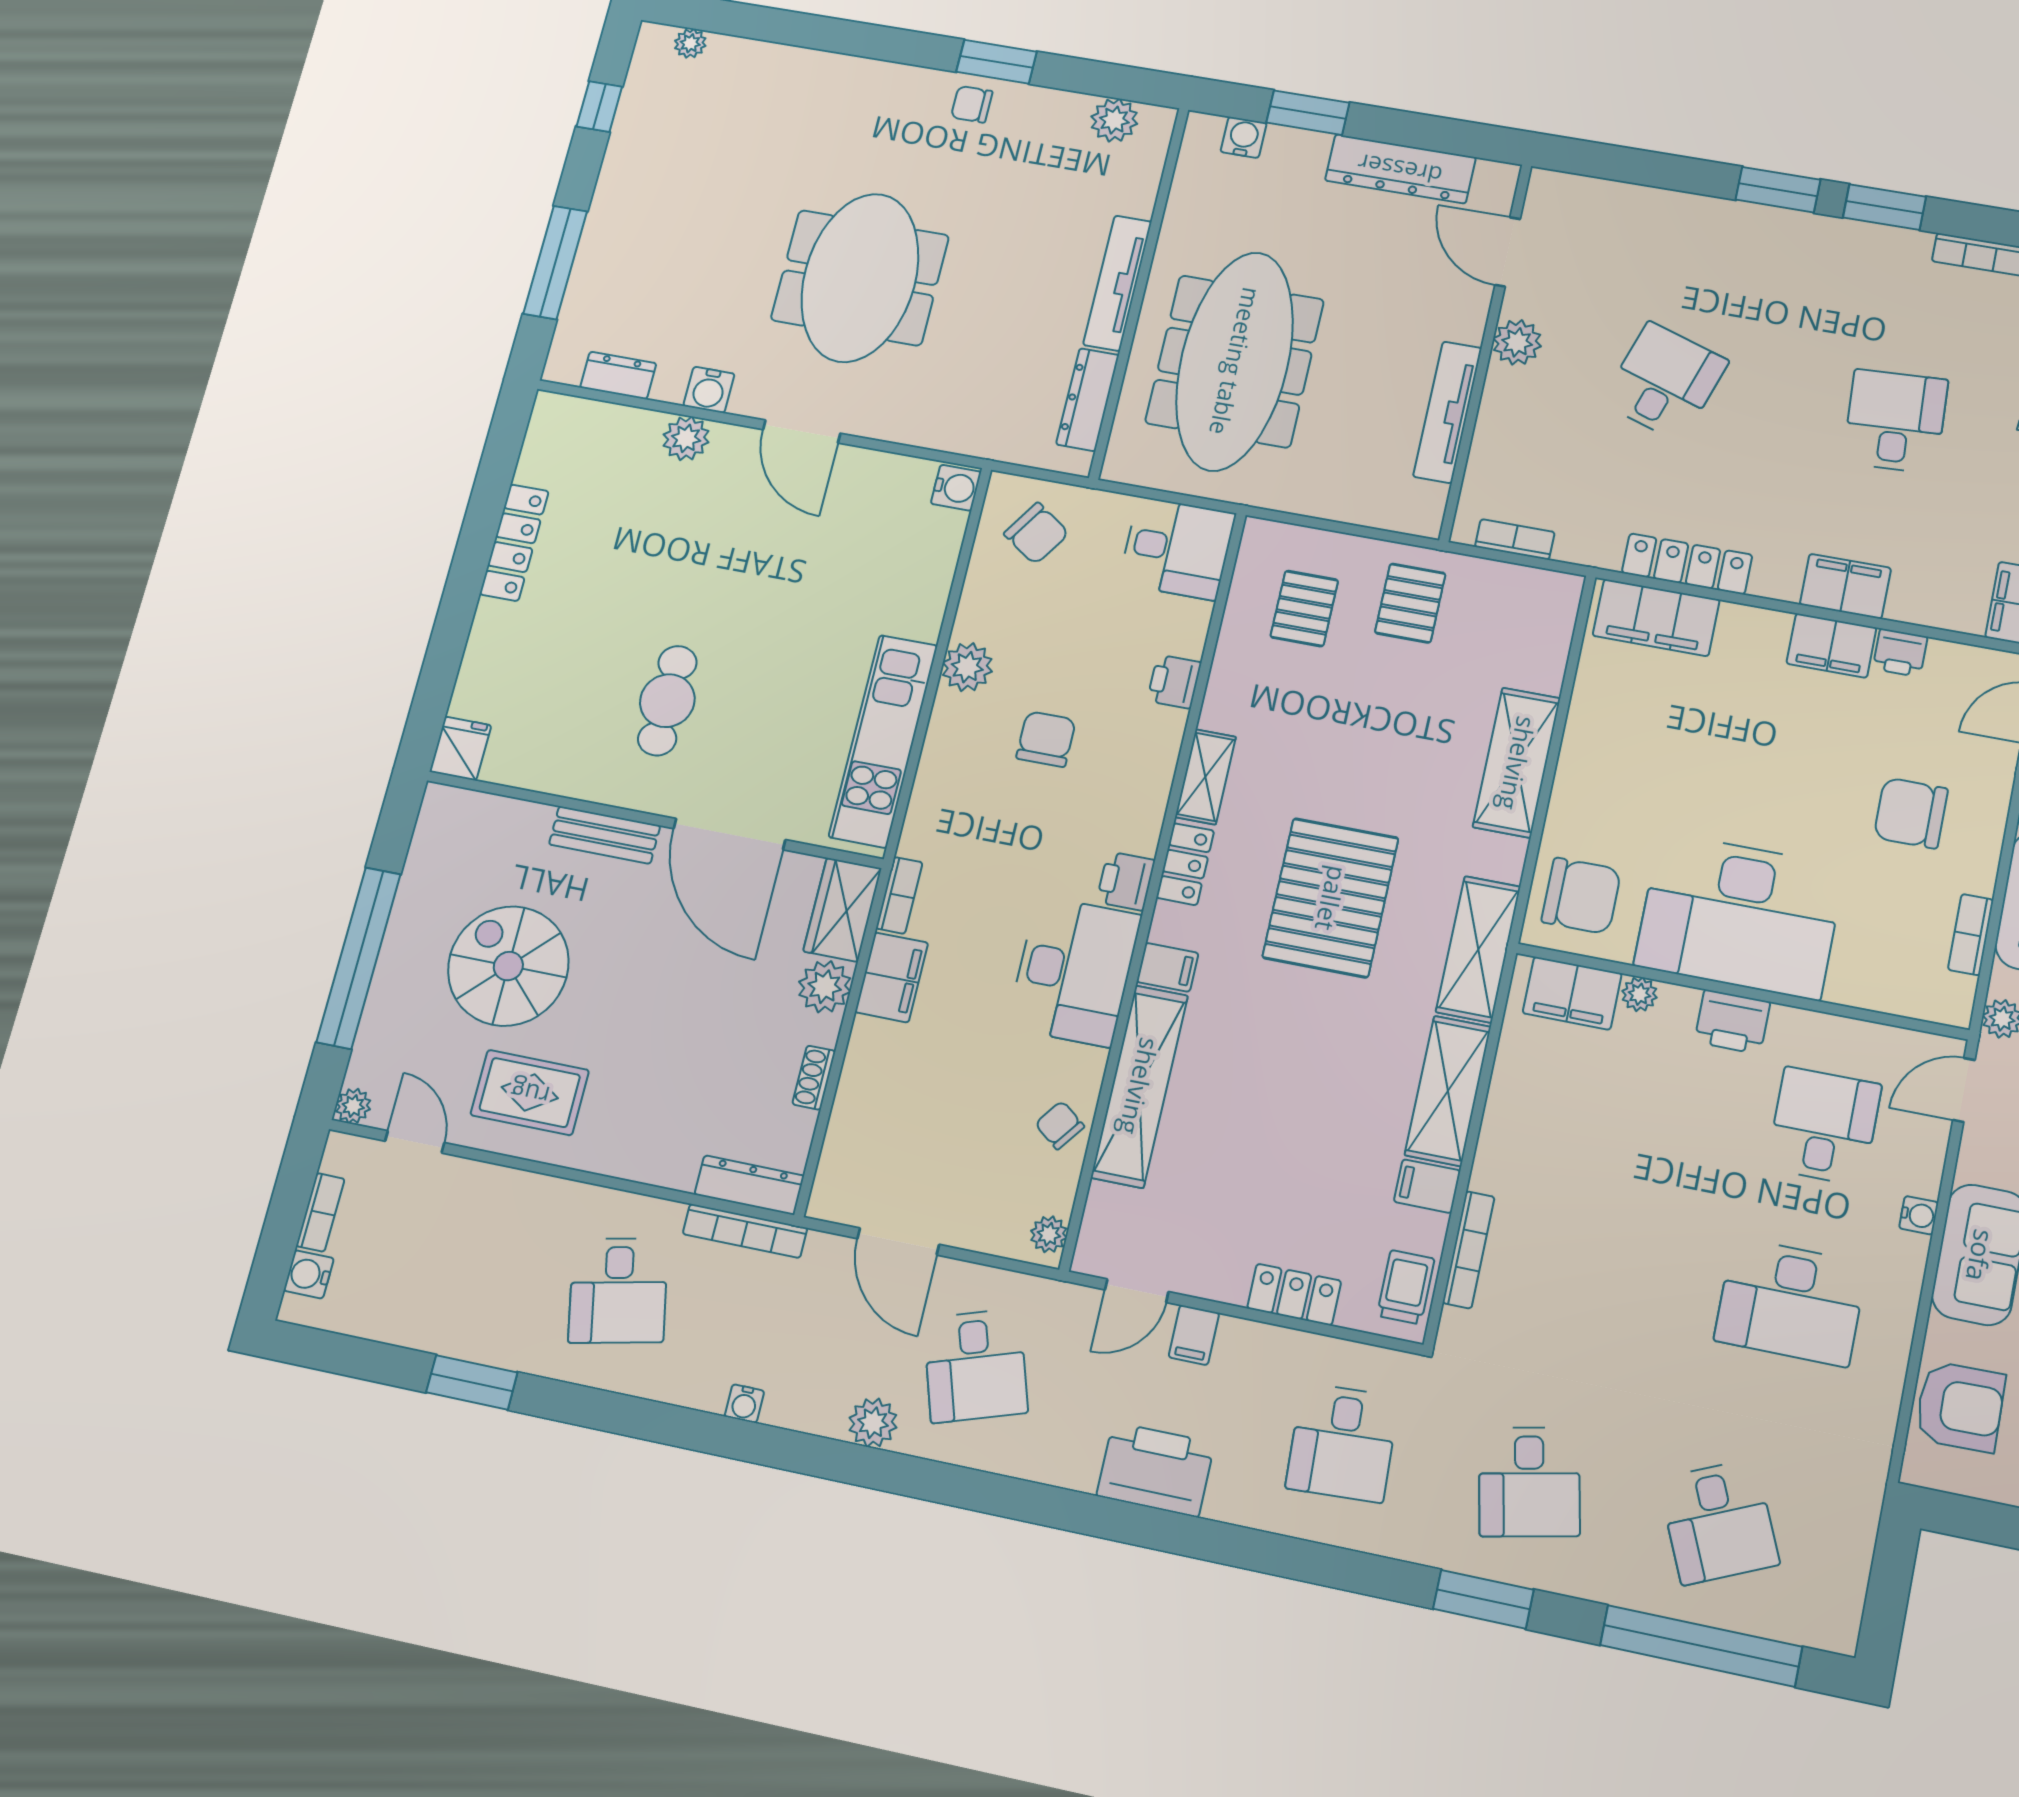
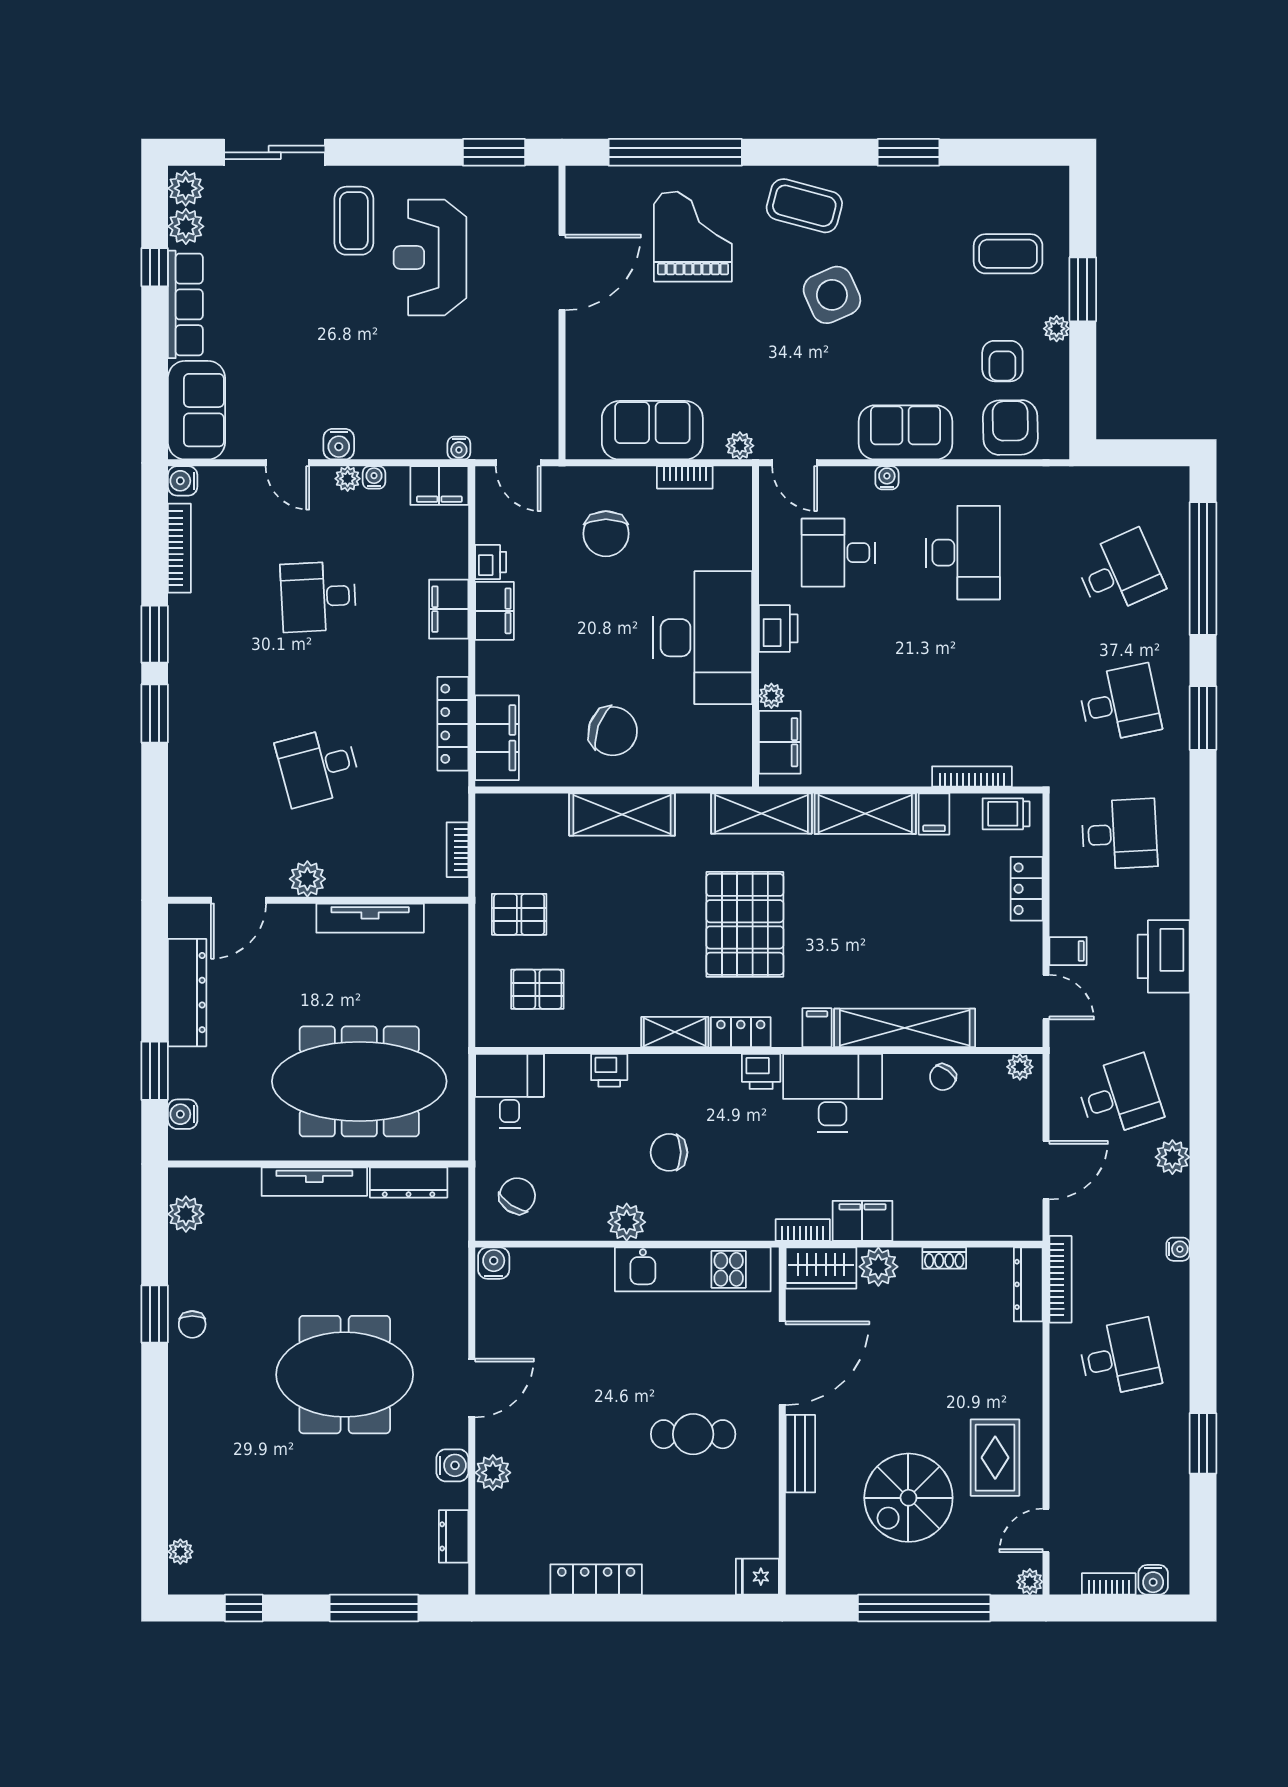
desk: (1665, 382) -> (318, 766), turned -33
chair: (1581, 896) -> (613, 731), moved, turned 110
pallet: (1331, 898) -> (745, 924), turned 90

